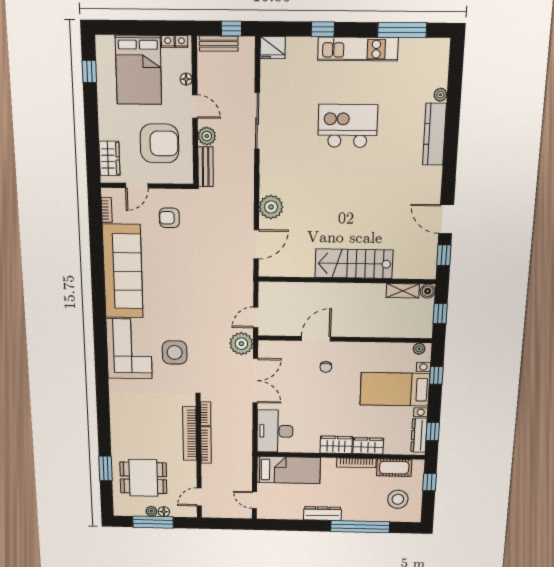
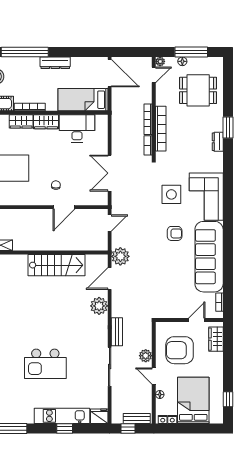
kitchen unit: (358, 49) -> (62, 416), moved
bench: (206, 167) -> (117, 332), moved
armchair: (169, 218) -> (175, 233), moved
stairs: (354, 264) -> (56, 265), moved
plant: (241, 344) -> (120, 256), moved
dresser: (117, 416) -> (218, 142), added
desk: (275, 431) -> (77, 128), moved, turned -90
window: (106, 468) -> (228, 128), moved
door: (254, 500) -> (110, 73), width x1.87
plant: (151, 511) -> (160, 61), moved

